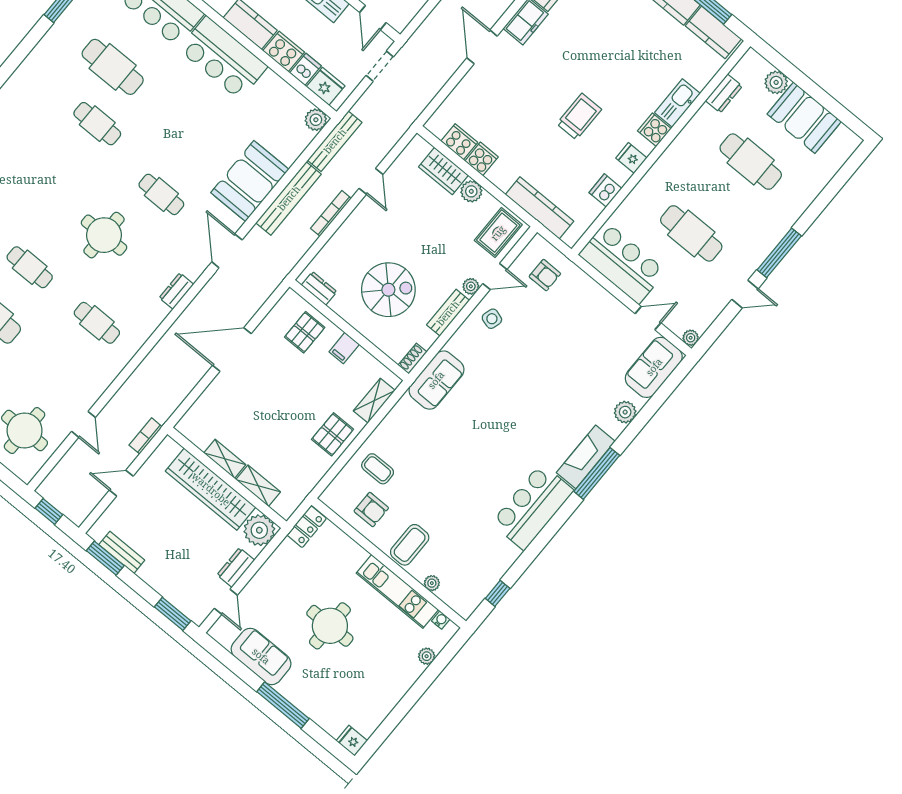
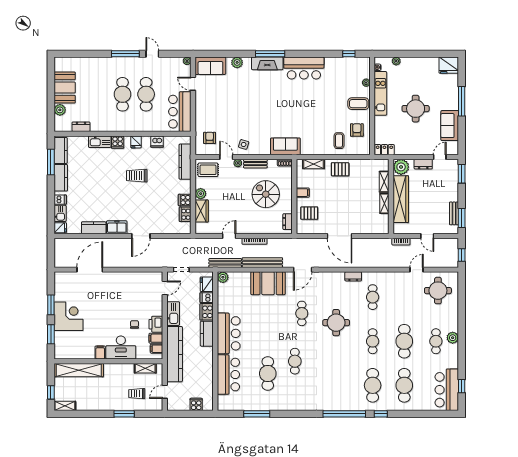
cafe table: (751, 162) -> (123, 94), moved
dresser: (176, 291) -> (353, 276), moved
fridge: (352, 741) -> (449, 65), width x1.88, depth x1.34

